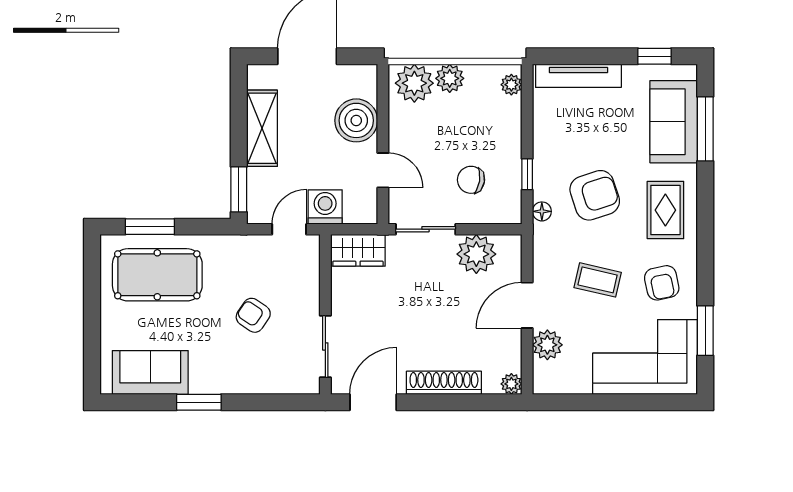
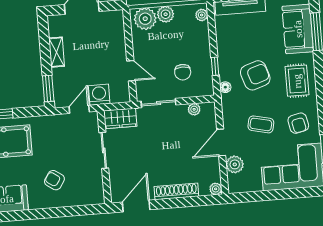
boiler: (356, 120) -> (113, 43), removed
shelving: (262, 128) -> (57, 52), width x0.67, depth x0.75
chair: (471, 180) -> (183, 72), turned -99
plant: (476, 254) -> (194, 109), width x0.53, depth x0.53
armchair: (253, 315) -> (54, 180), moved
sliding door: (325, 346) -> (104, 150), moved
window: (199, 402) -> (35, 214), removed

